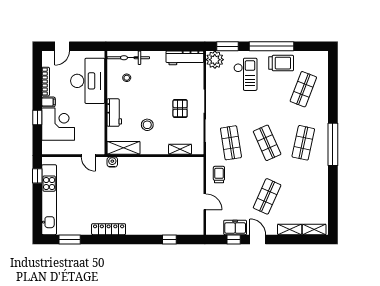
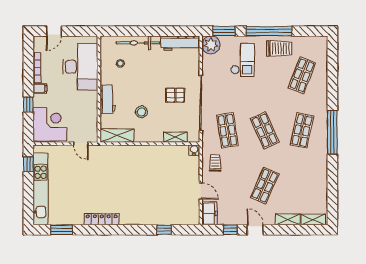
bicycle: (128, 58) -> (138, 43), moved
pallet: (180, 108) -> (175, 95), turned 90
corner desk: (58, 124) -> (50, 124), moved
water cooler: (112, 162) -> (194, 150), moved
freezer: (235, 227) -> (209, 213), moved, turned 90

